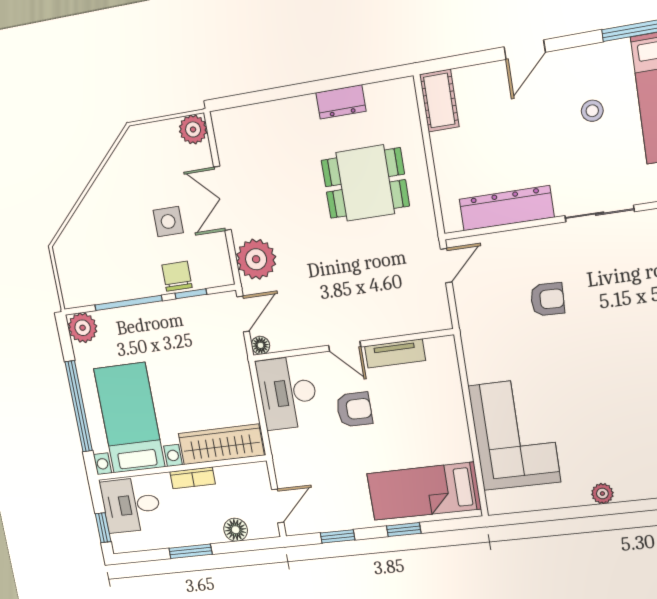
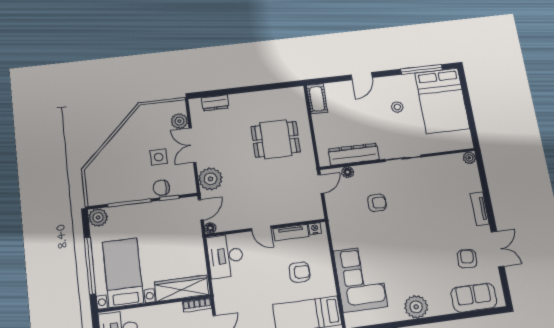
dresser: (341, 102) -> (215, 103), moved
plant: (193, 129) -> (179, 121), moved
floor lamp: (495, 243) -> (348, 172), added
chair: (177, 276) -> (161, 188), turned -90
nightstand: (436, 346) -> (315, 229), added
armchair: (354, 409) -> (299, 272), moved
bookcase: (193, 478) -> (197, 305), moved
plant: (602, 494) -> (416, 307), width x1.88, depth x1.88

